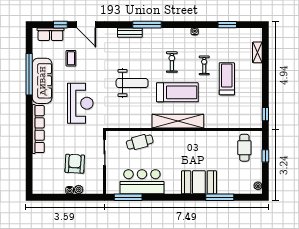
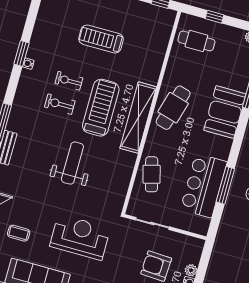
window: (227, 25) -> (22, 54), moved
exercise bike: (204, 65) -> (69, 81), moved
cafe table: (192, 144) -> (173, 108), added
window: (128, 197) -> (225, 185), moved

